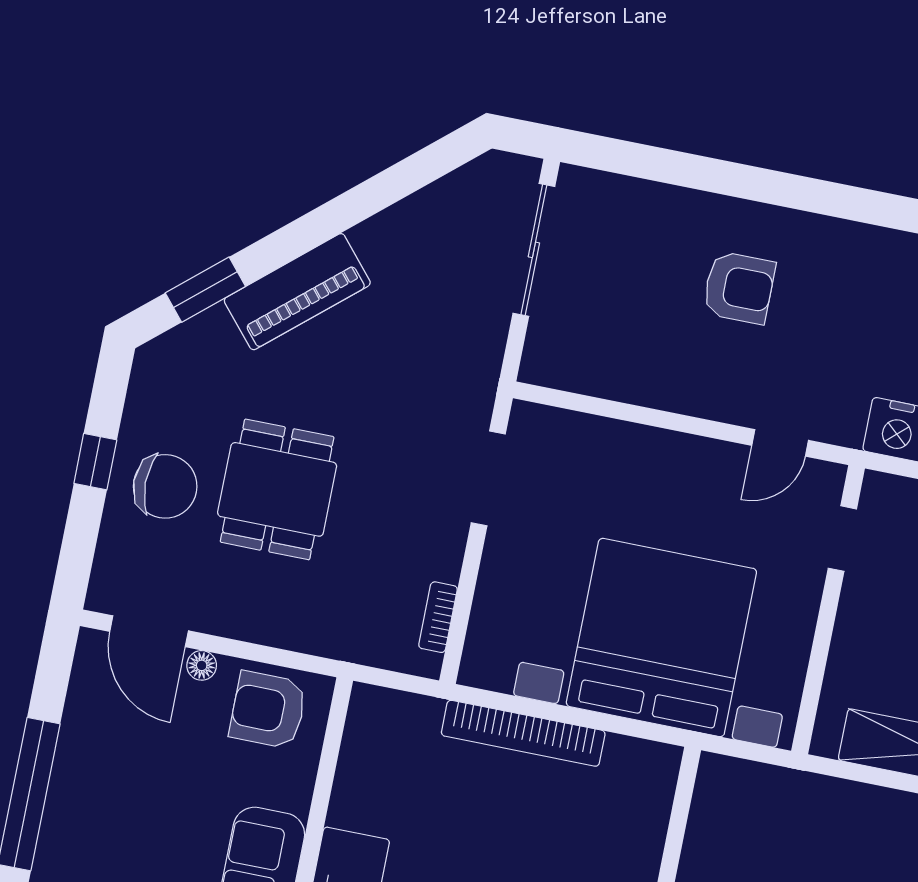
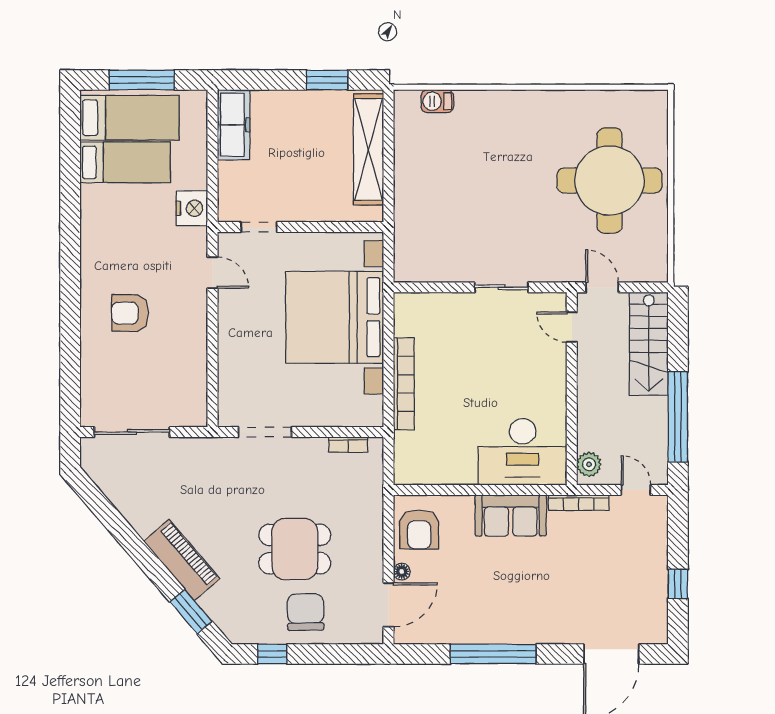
armchair: (739, 288) -> (130, 313), turned -90
window: (95, 462) -> (272, 654), moved

